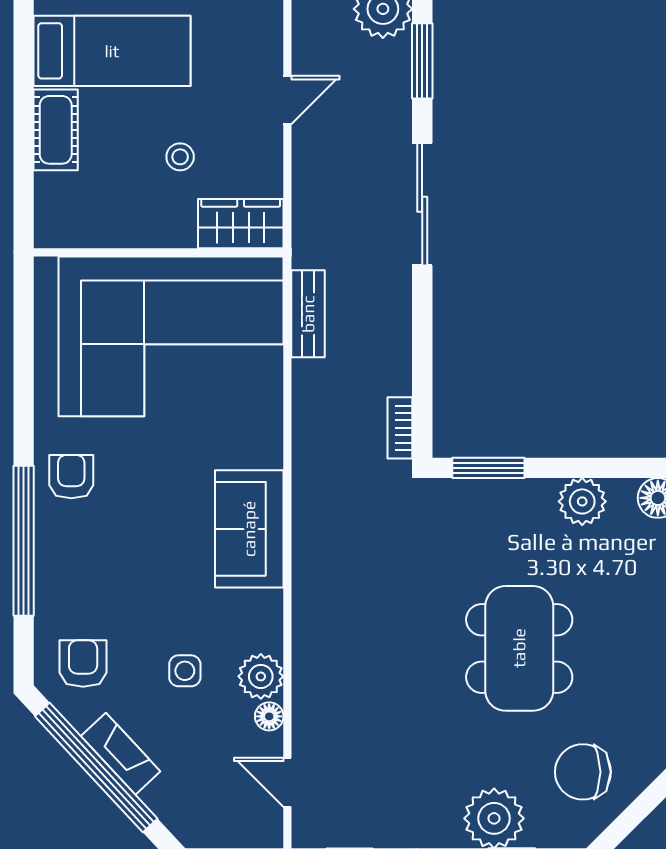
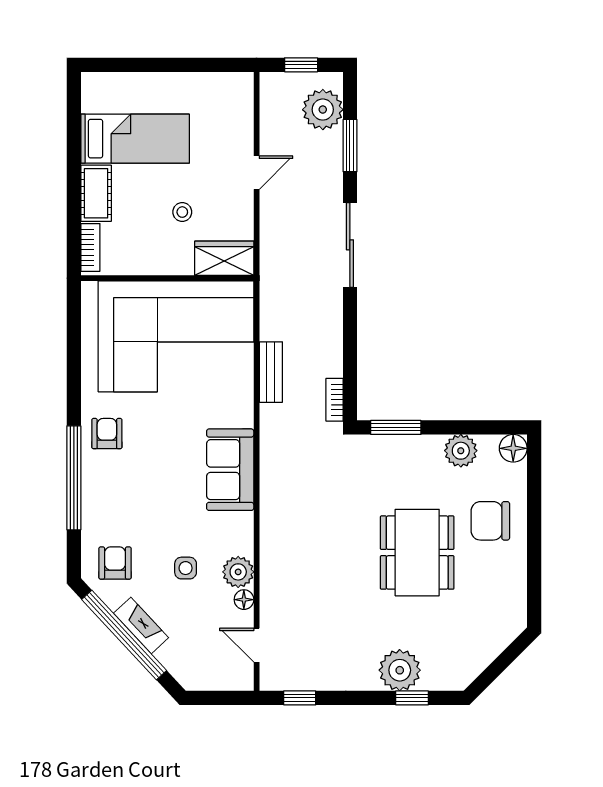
bookcase: (47, 208) -> (90, 247), added
bench: (308, 314) -> (271, 372), moved
chair: (583, 772) -> (490, 521), moved

